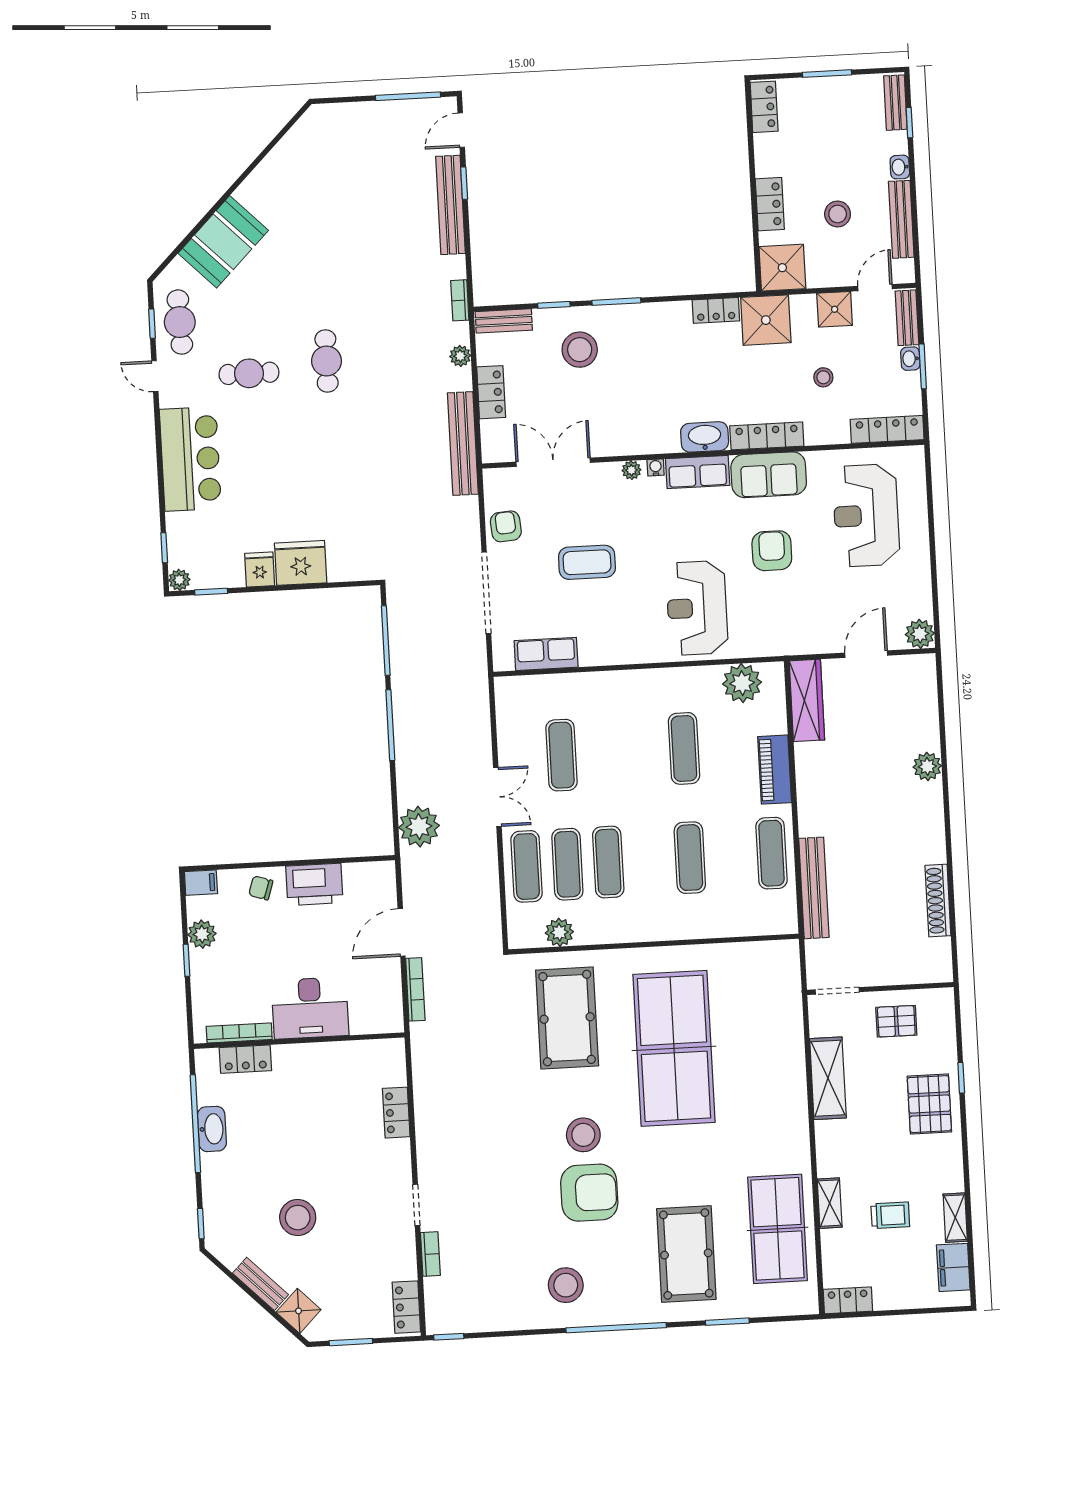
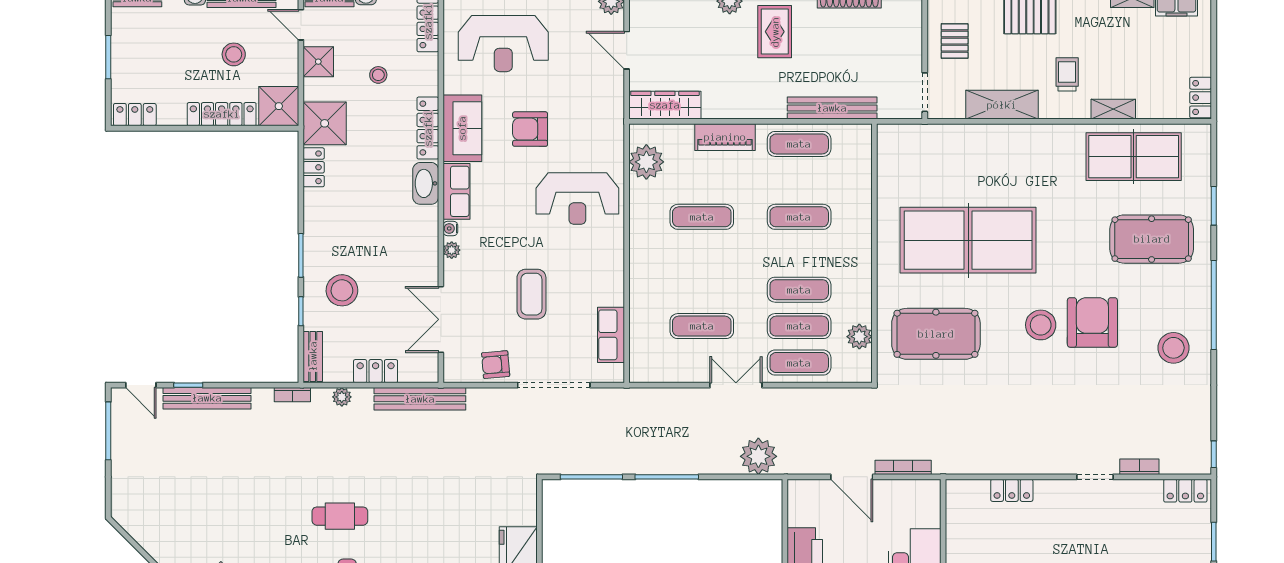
locker: (770, 204) -> (222, 114), width x1.53
rug: (896, 819) -> (775, 32), added
trolley: (890, 1215) -> (1067, 74), moved

